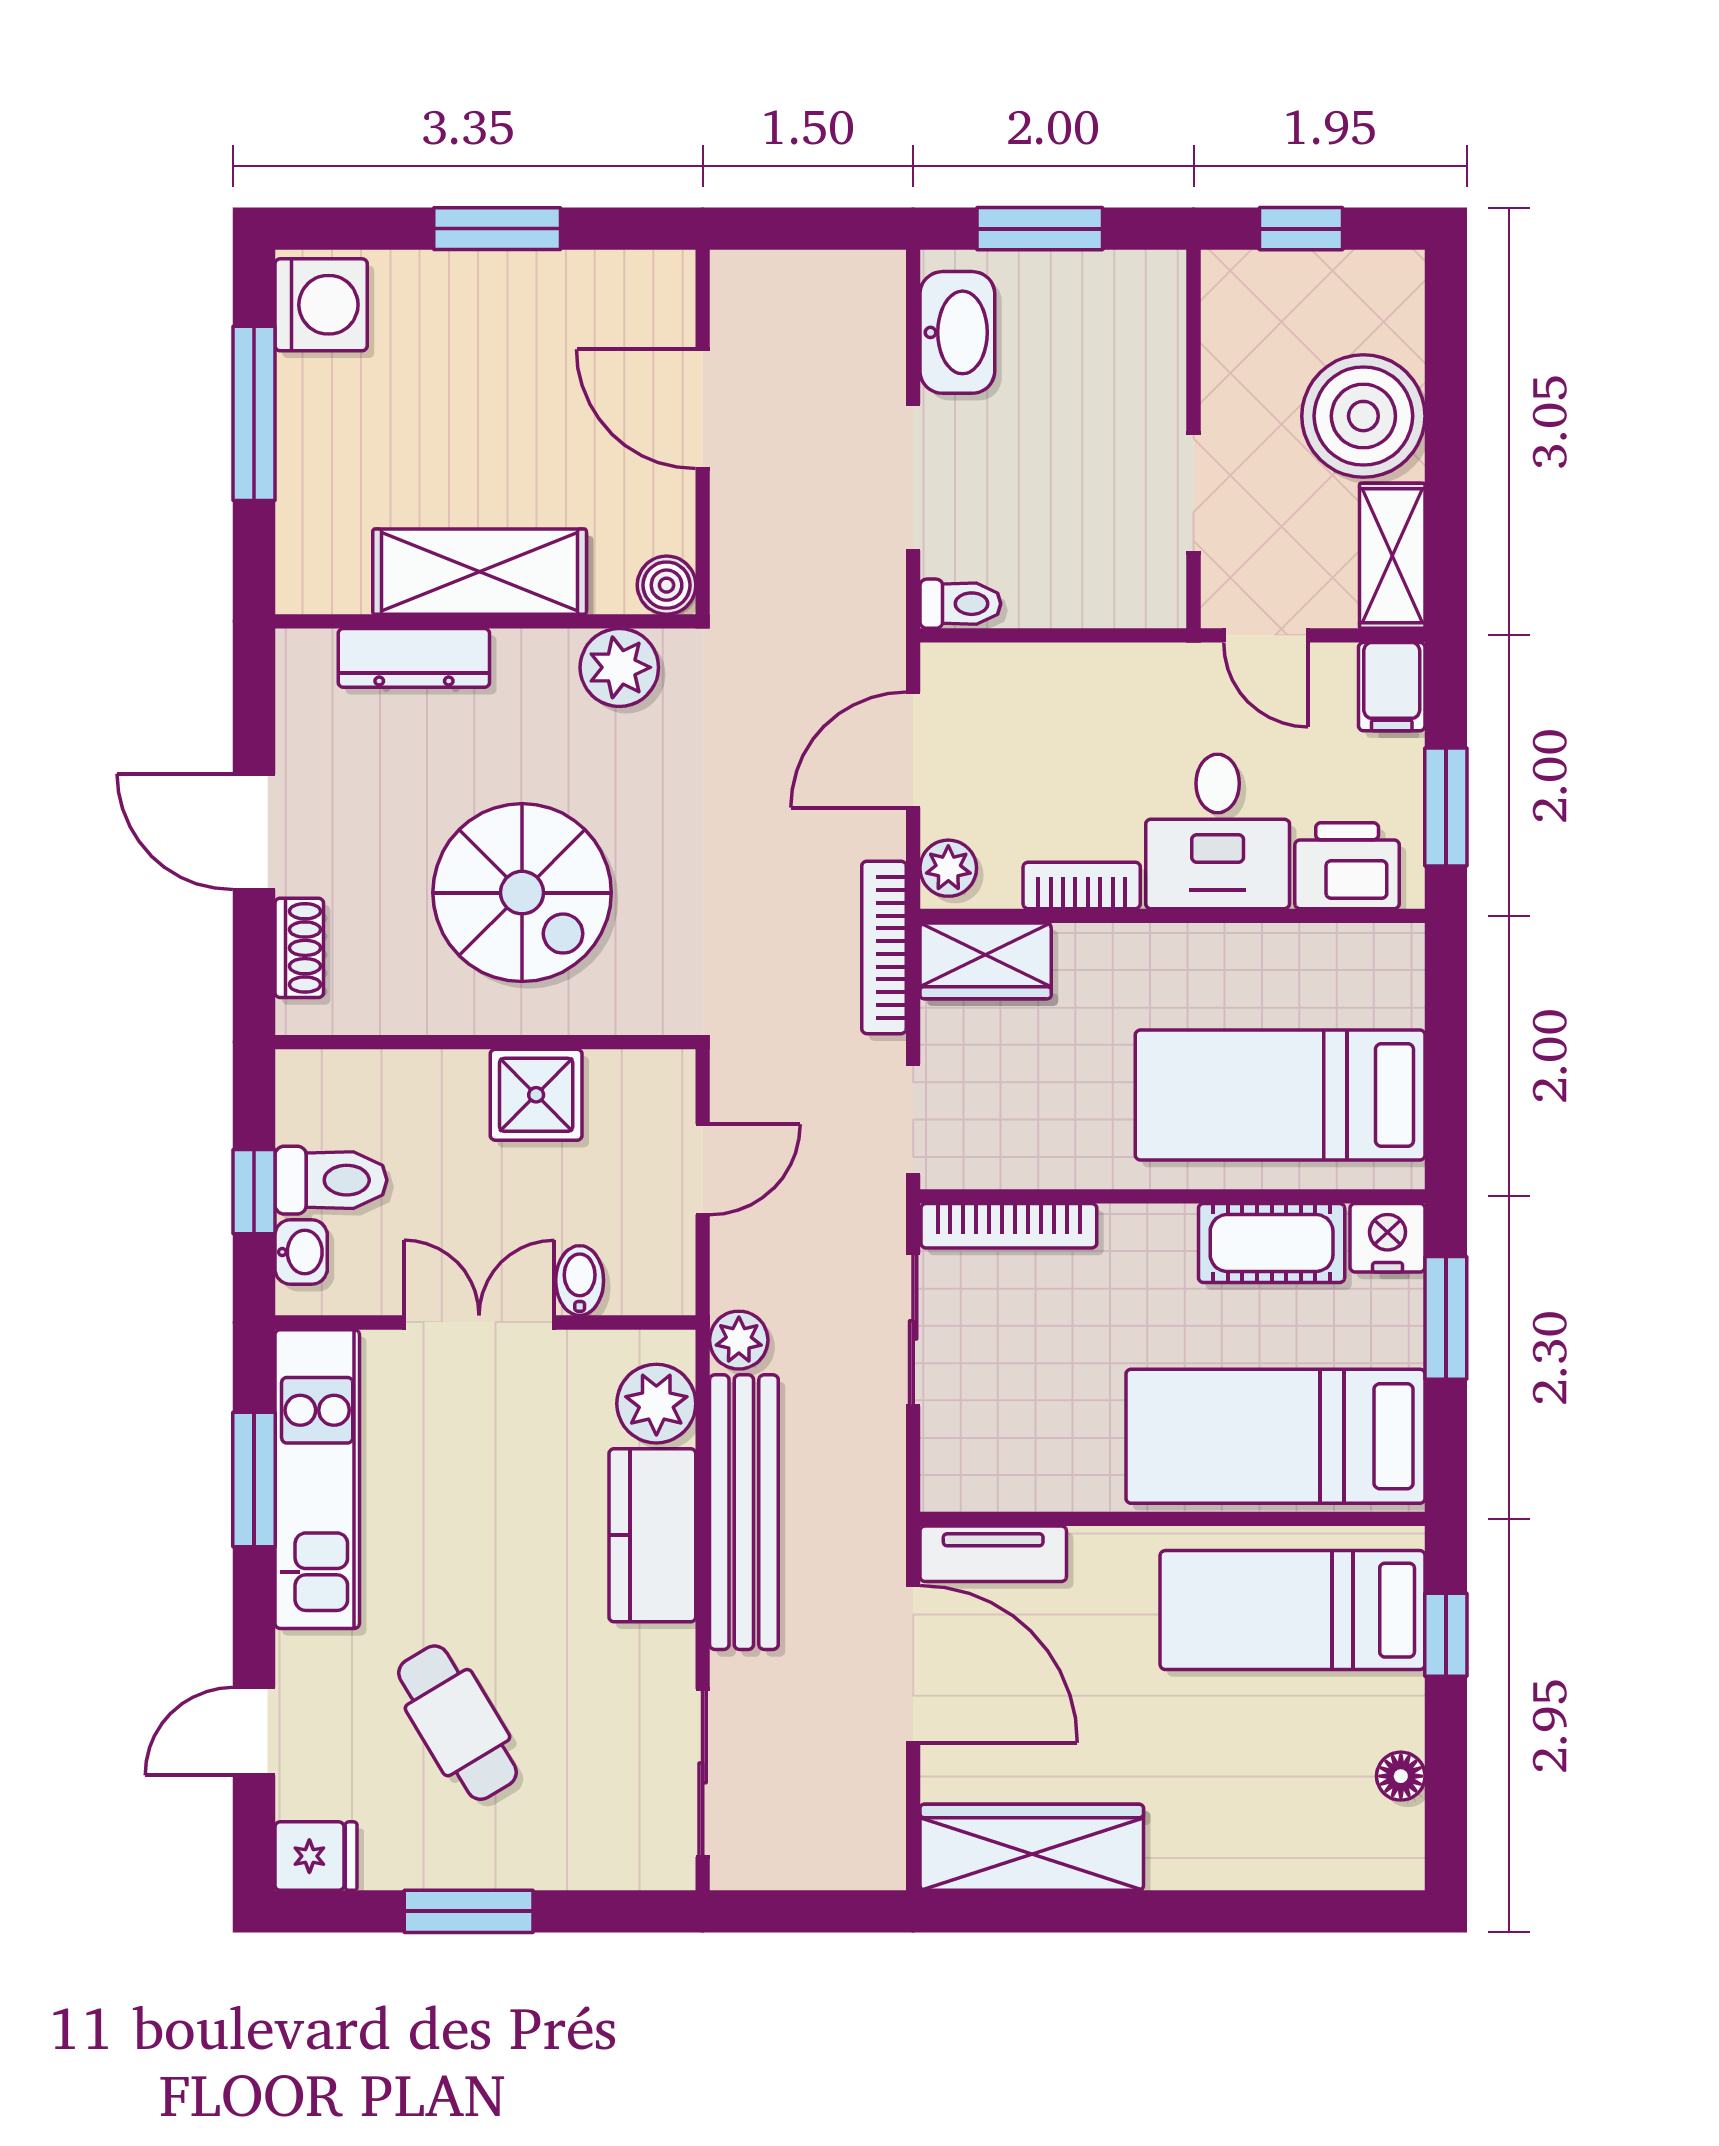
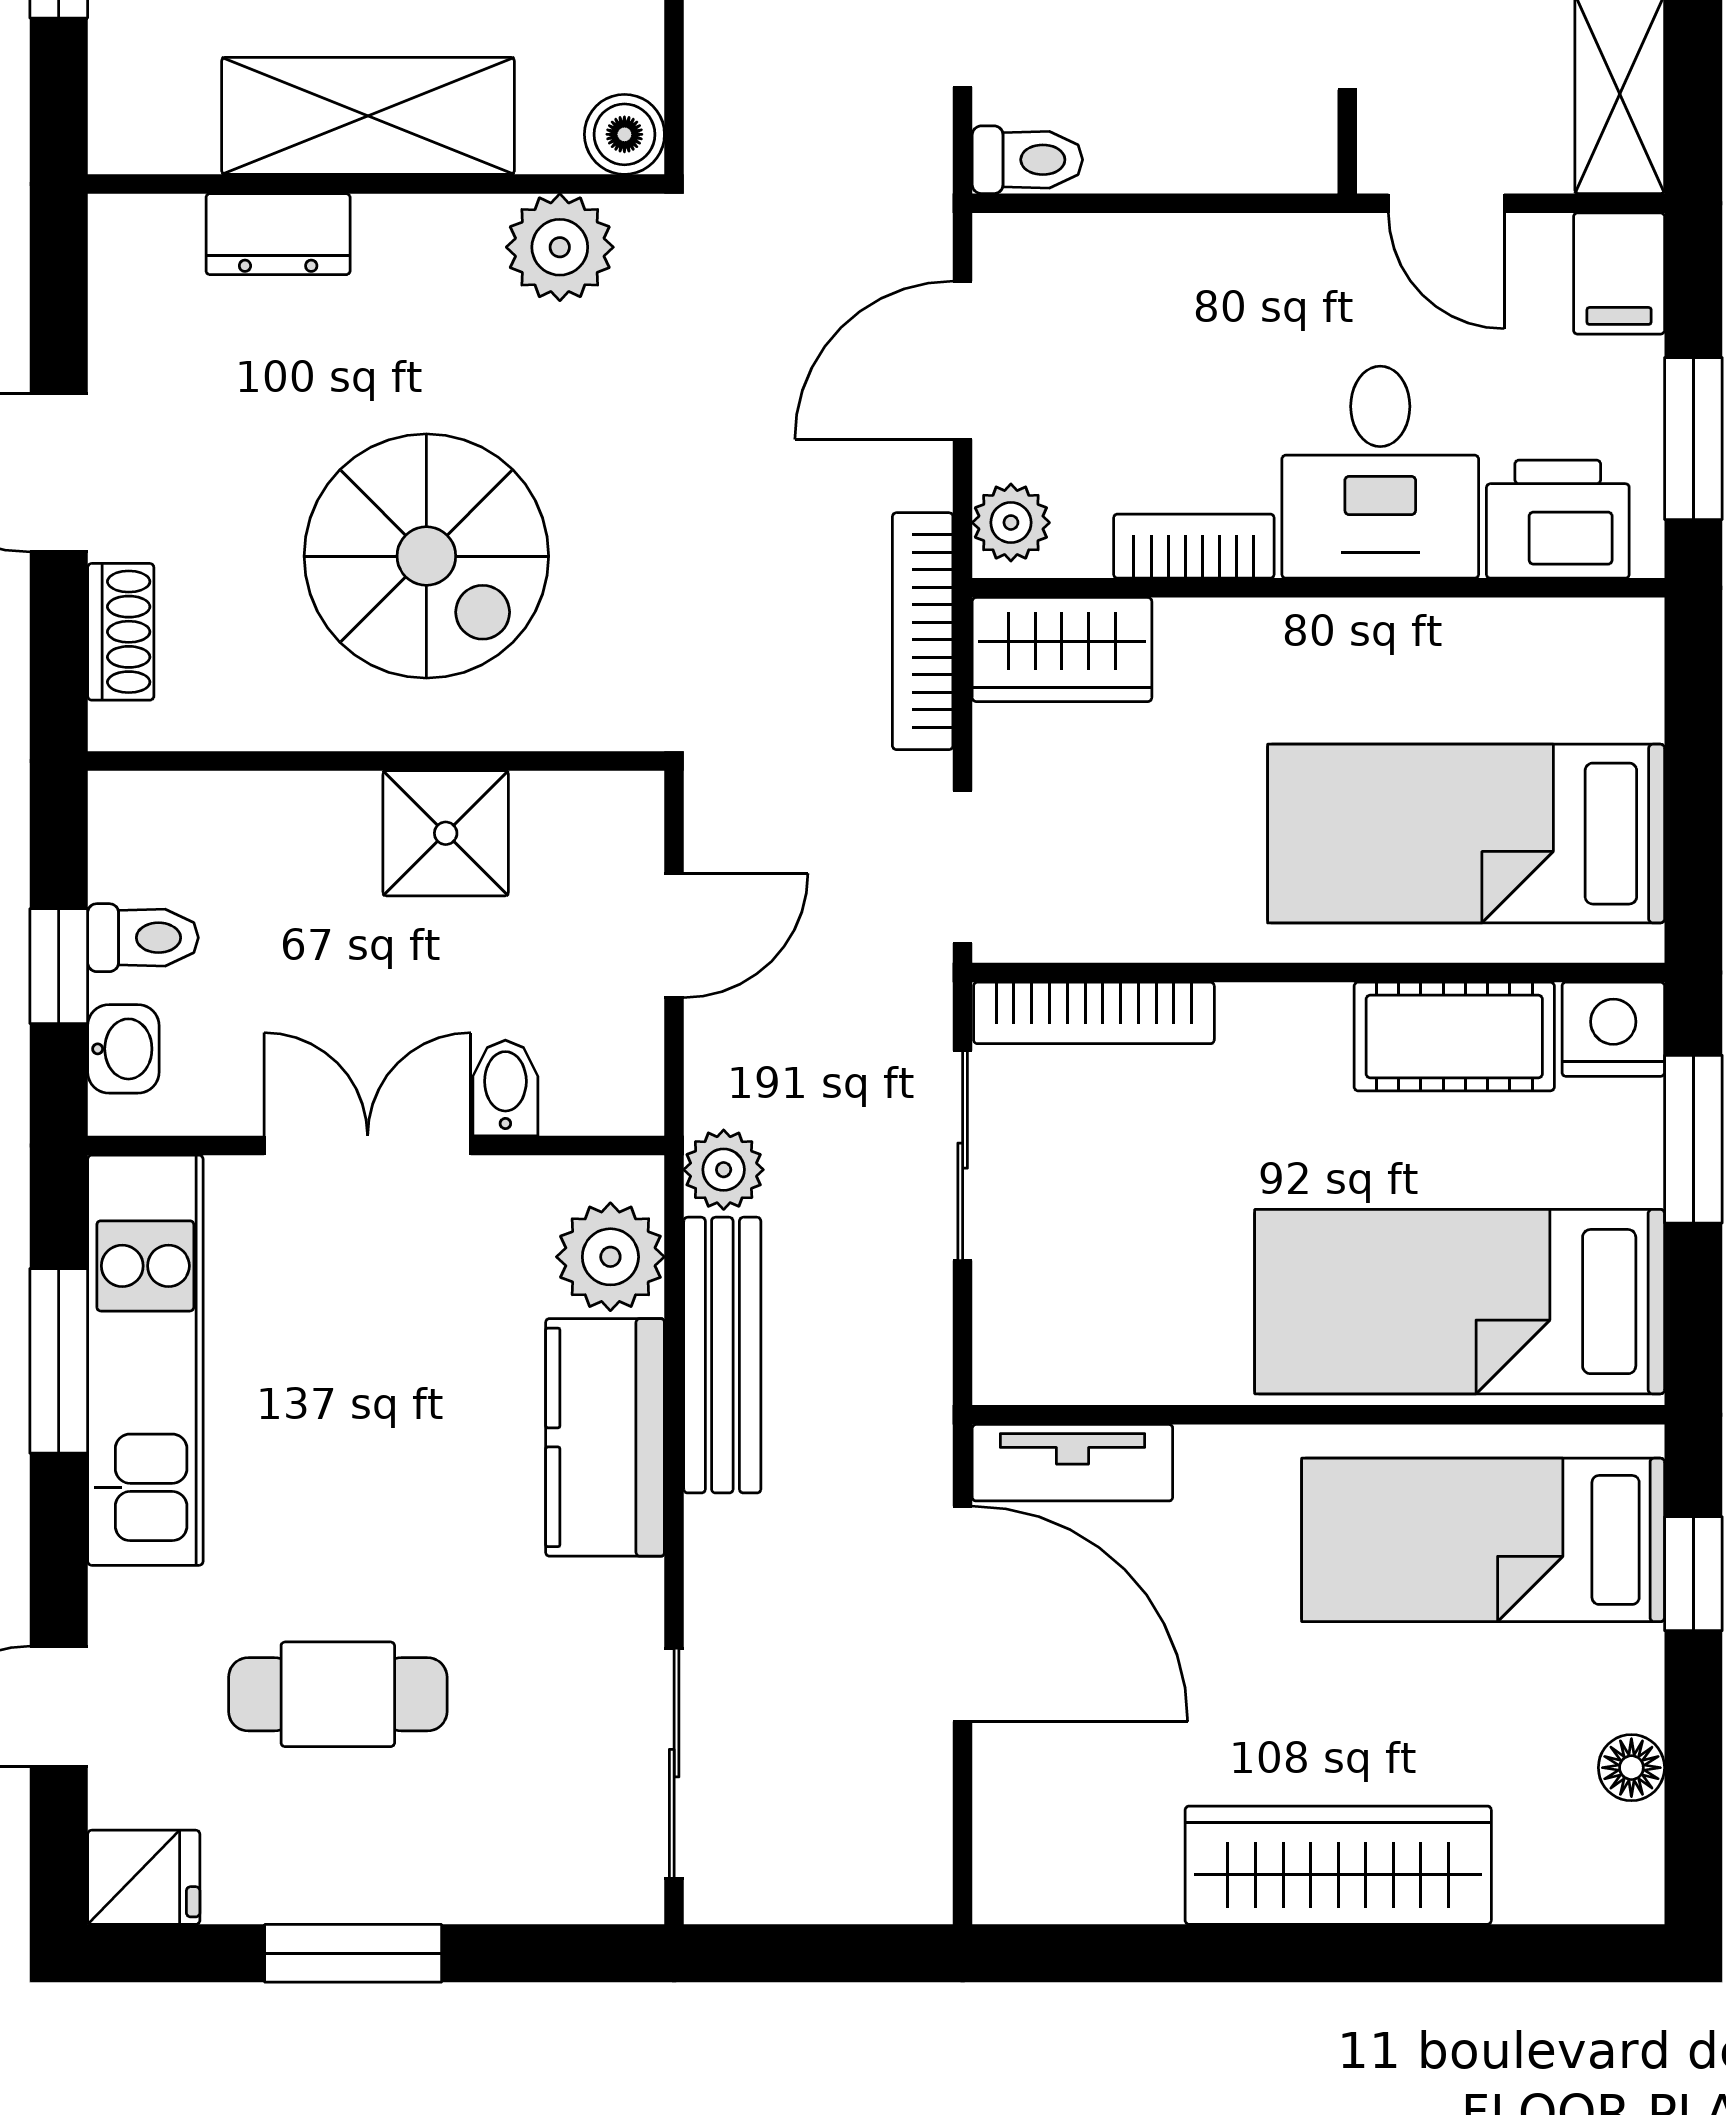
dresser: (414, 658) -> (278, 234), width x0.70
toilet: (331, 1180) -> (143, 938), width x0.73, depth x0.72
bench: (744, 1512) -> (722, 1355), width x0.73, depth x0.82
cafe table: (458, 1723) -> (338, 1694), turned -59
wardrobe: (1032, 1847) -> (1338, 1865), moved

